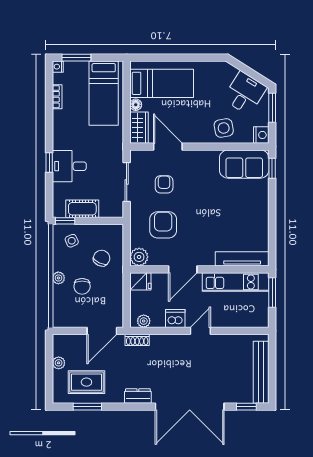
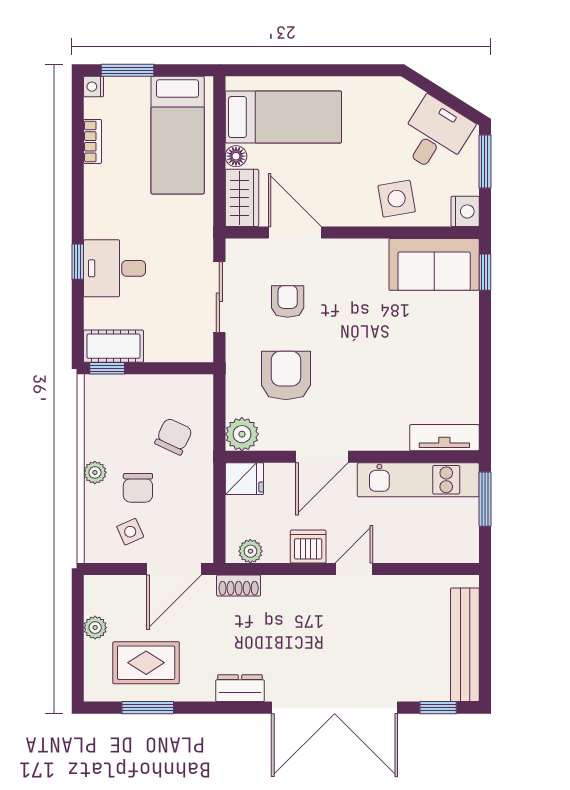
cot: (82, 209) -> (113, 346), moved
side table: (72, 241) -> (130, 532), moved
tv unit: (242, 259) -> (444, 438), width x0.71

